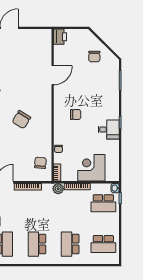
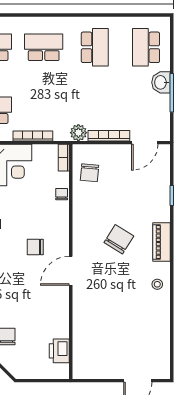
printer: (60, 37) -> (59, 351), moved
door: (53, 75) -> (71, 271), moved
plant: (58, 189) -> (78, 133), moved
school desk: (70, 244) -> (44, 47), turned -90

